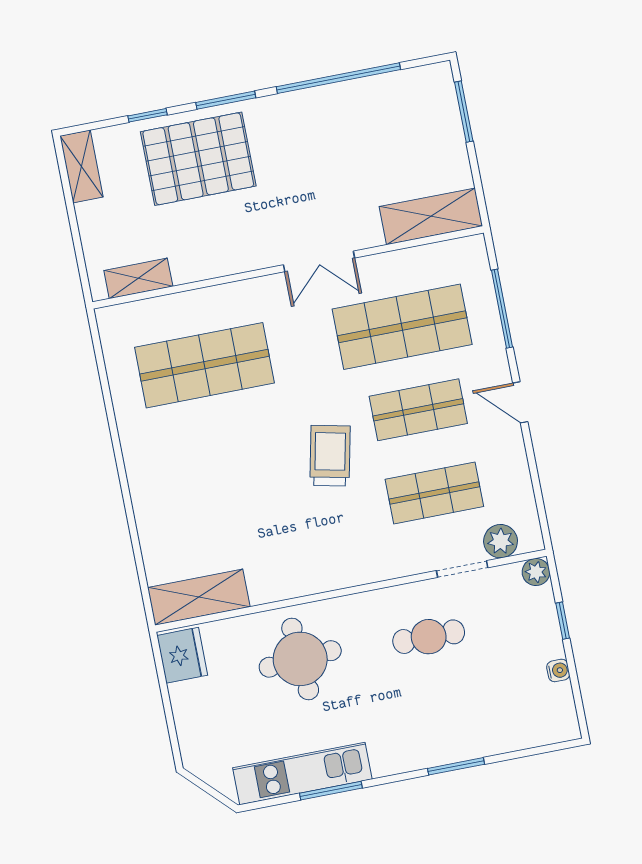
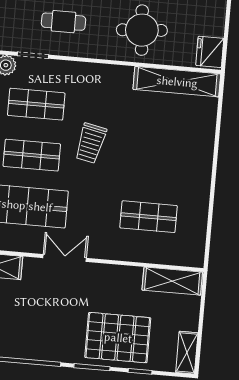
shelving: (138, 278) -> (172, 281), width x1.50, depth x1.33
shop shelf: (204, 365) -> (149, 217), width x0.70, depth x0.74
shelving: (199, 597) -> (177, 82), width x1.47

